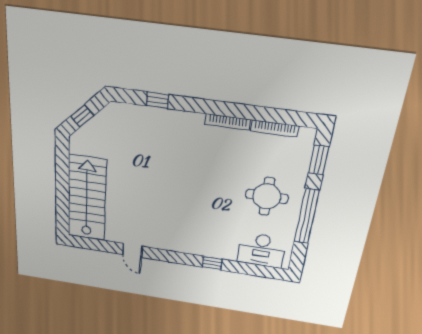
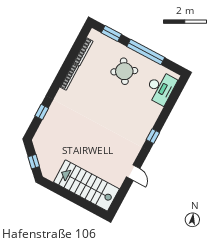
round table: (267, 196) -> (124, 71), turned -32
door: (132, 250) -> (133, 173), hinge flipped
window: (212, 263) -> (153, 136), moved

